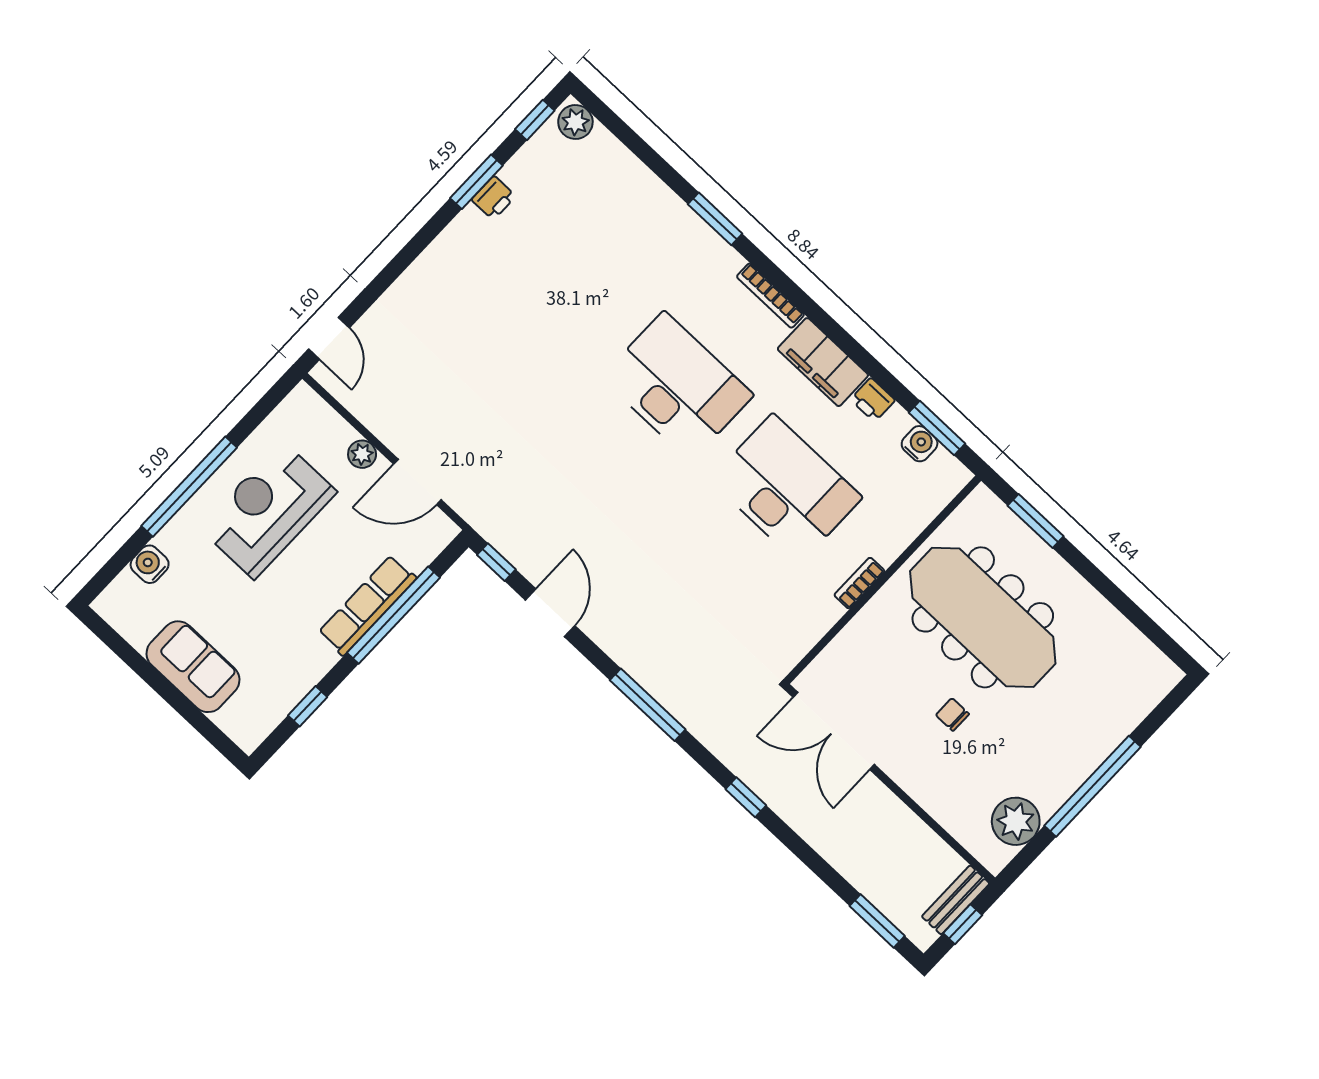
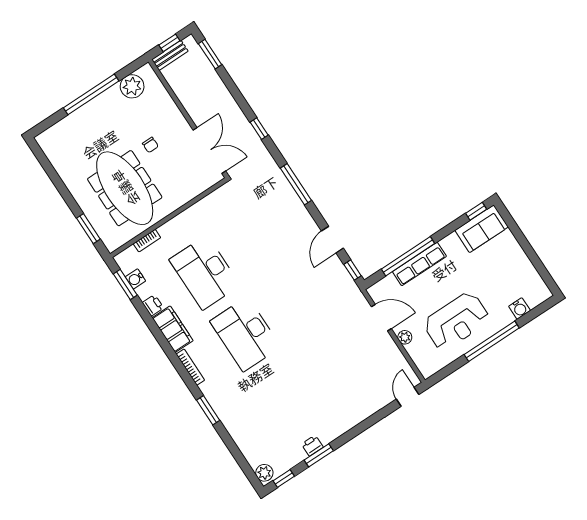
bookcase: (859, 583) -> (147, 241), moved
sofa: (193, 667) -> (482, 229), moved, turned -90
window: (308, 706) -> (476, 211), moved

